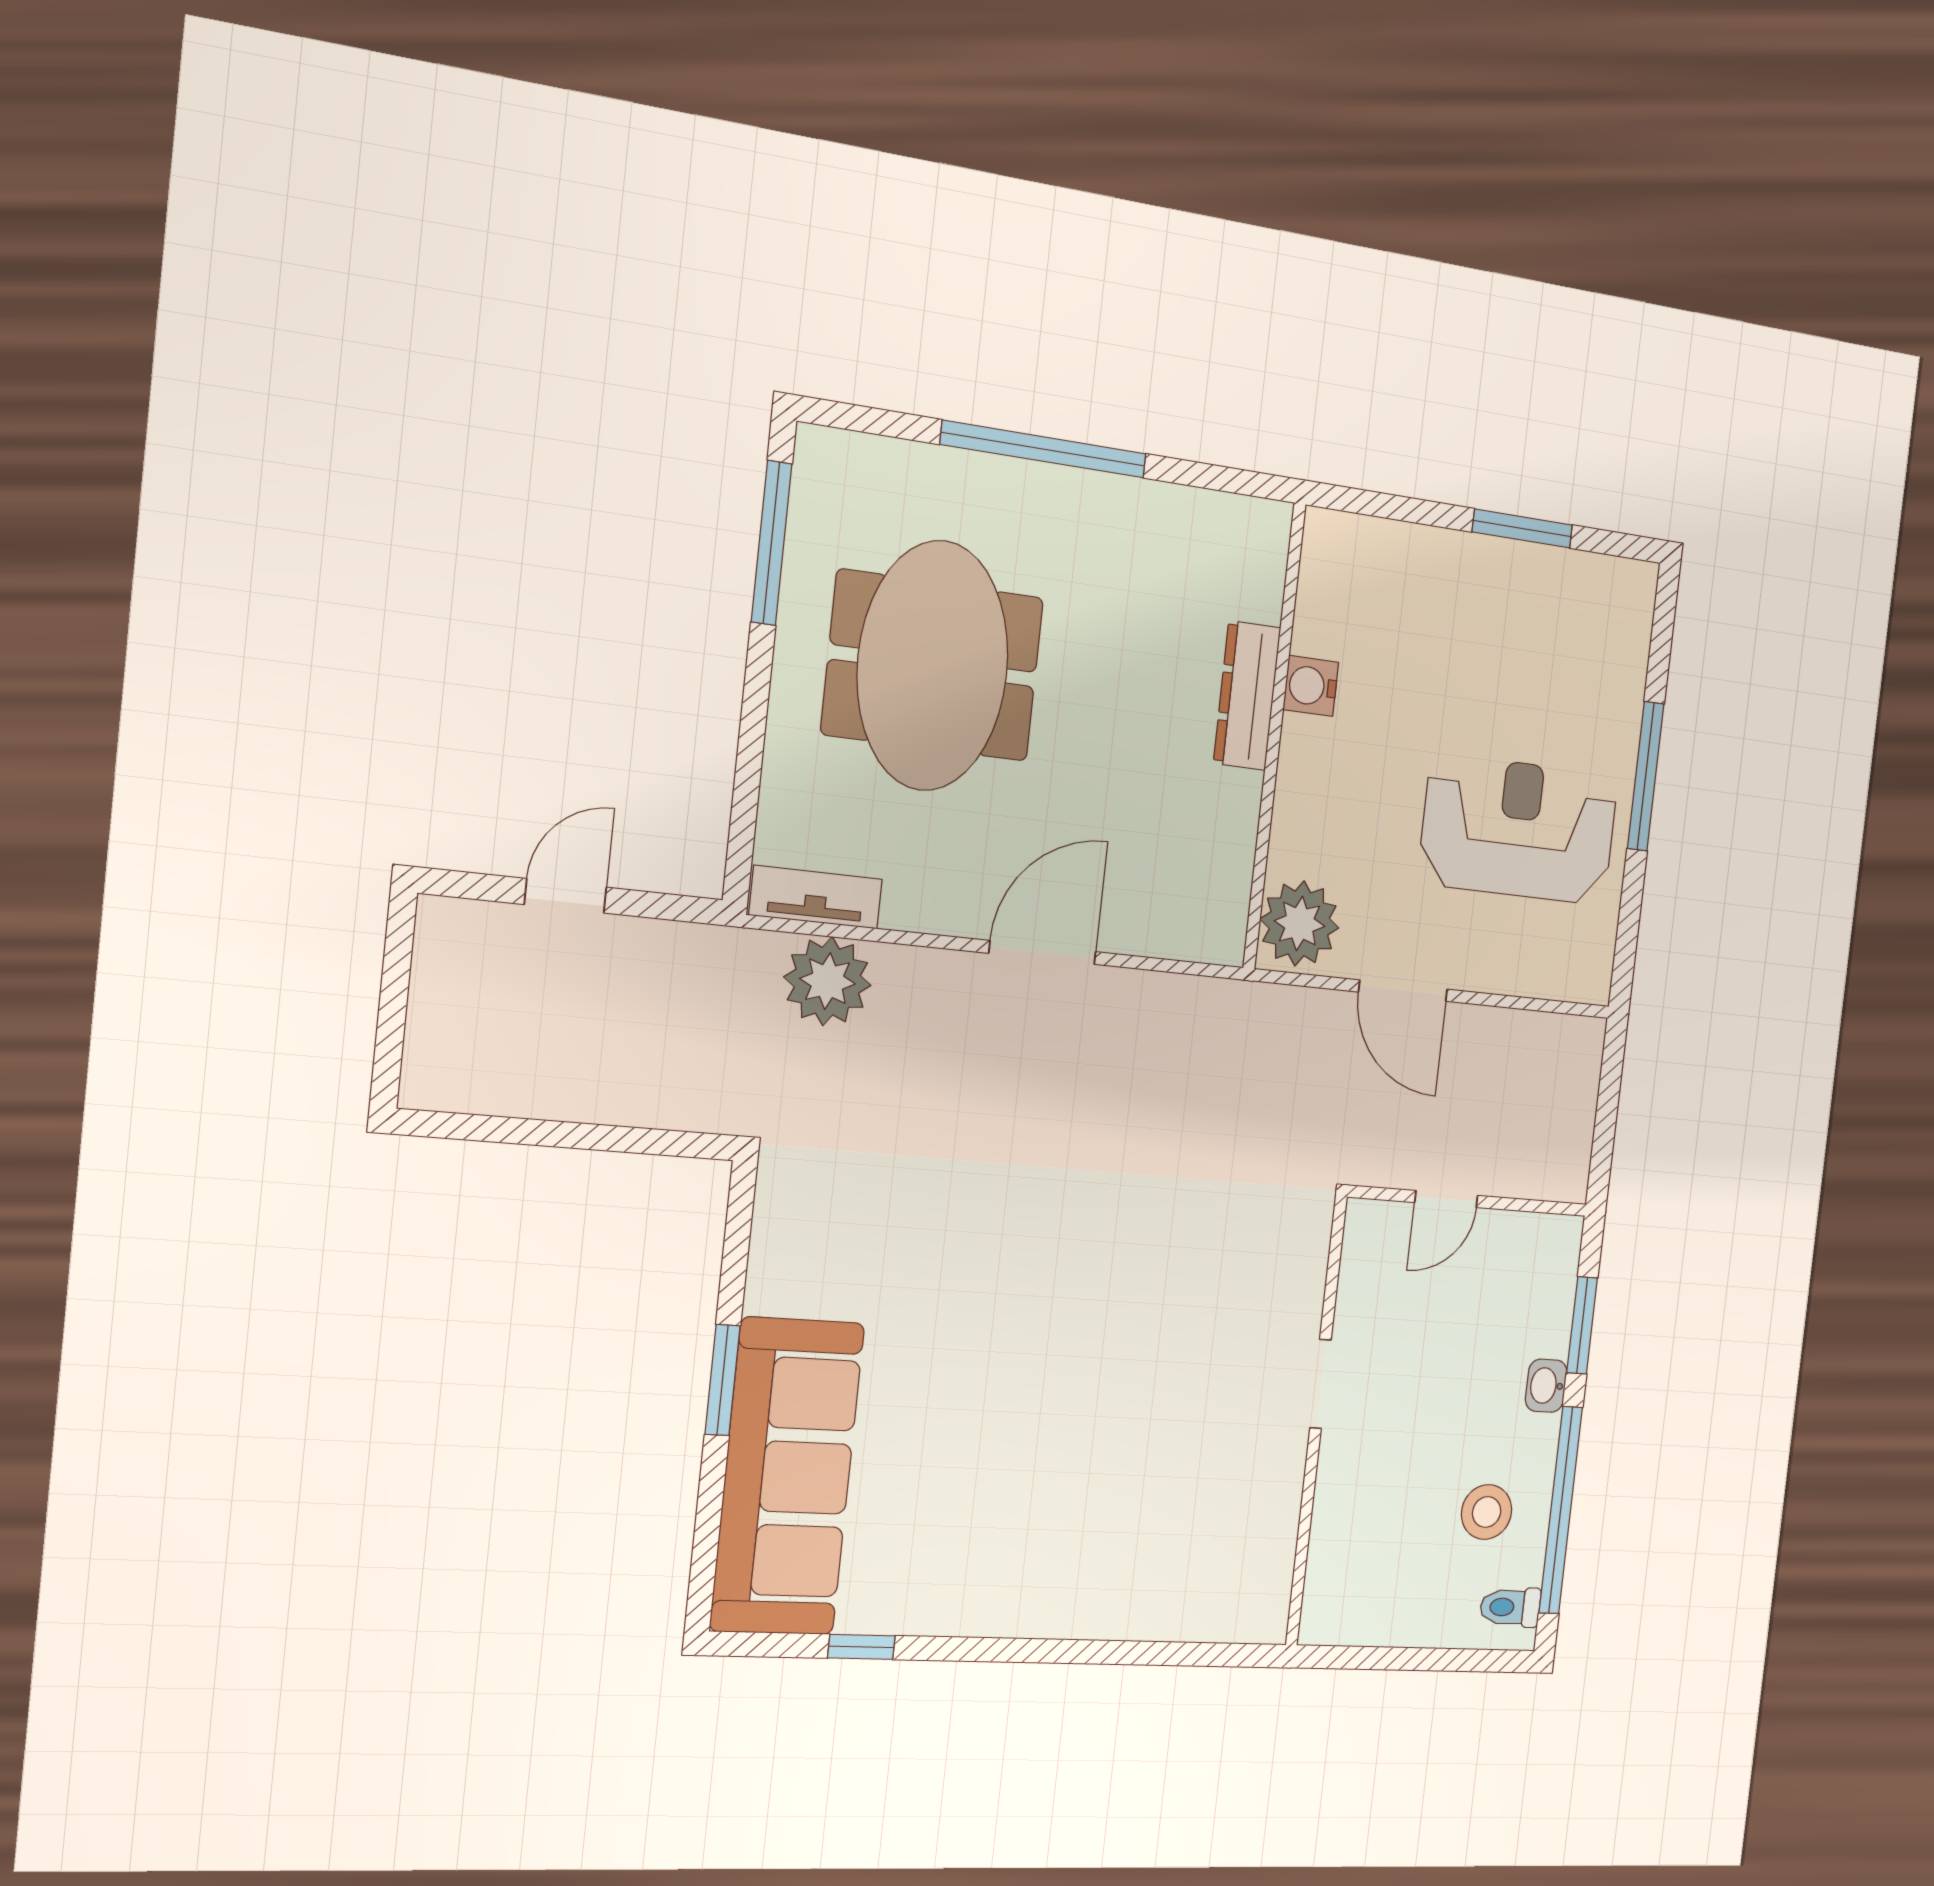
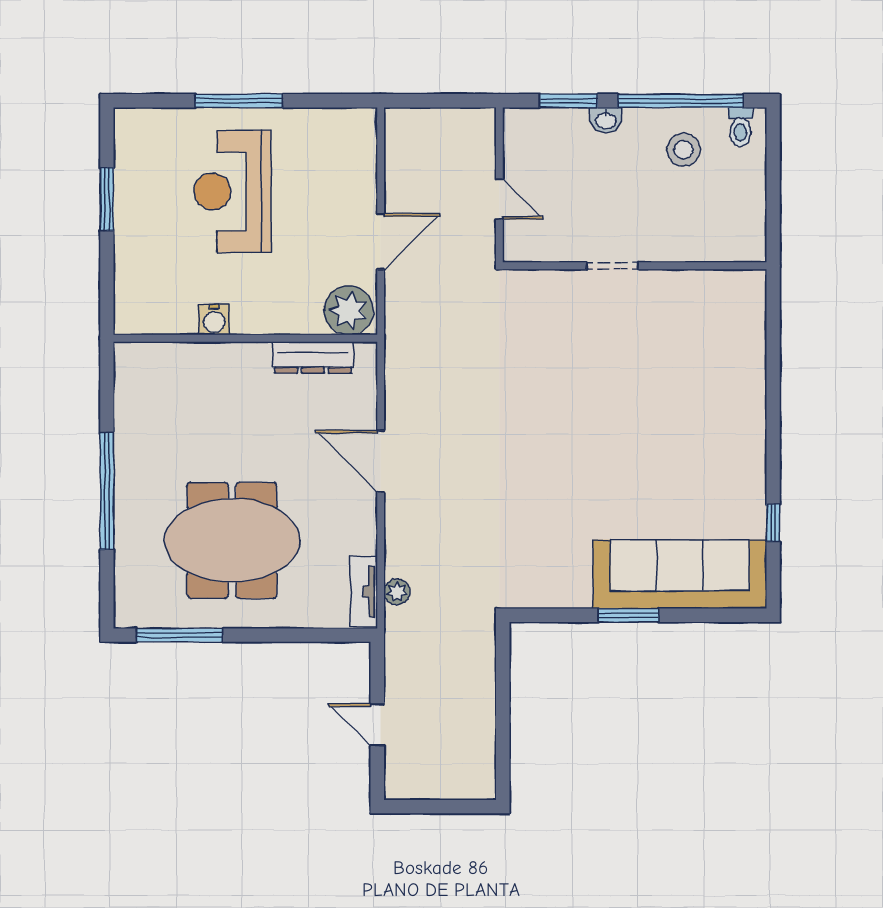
dresser: (1247, 696) -> (313, 357), moved
reception desk: (1519, 829) -> (232, 191), moved
plant: (827, 981) -> (397, 592), width x0.53, depth x0.53

